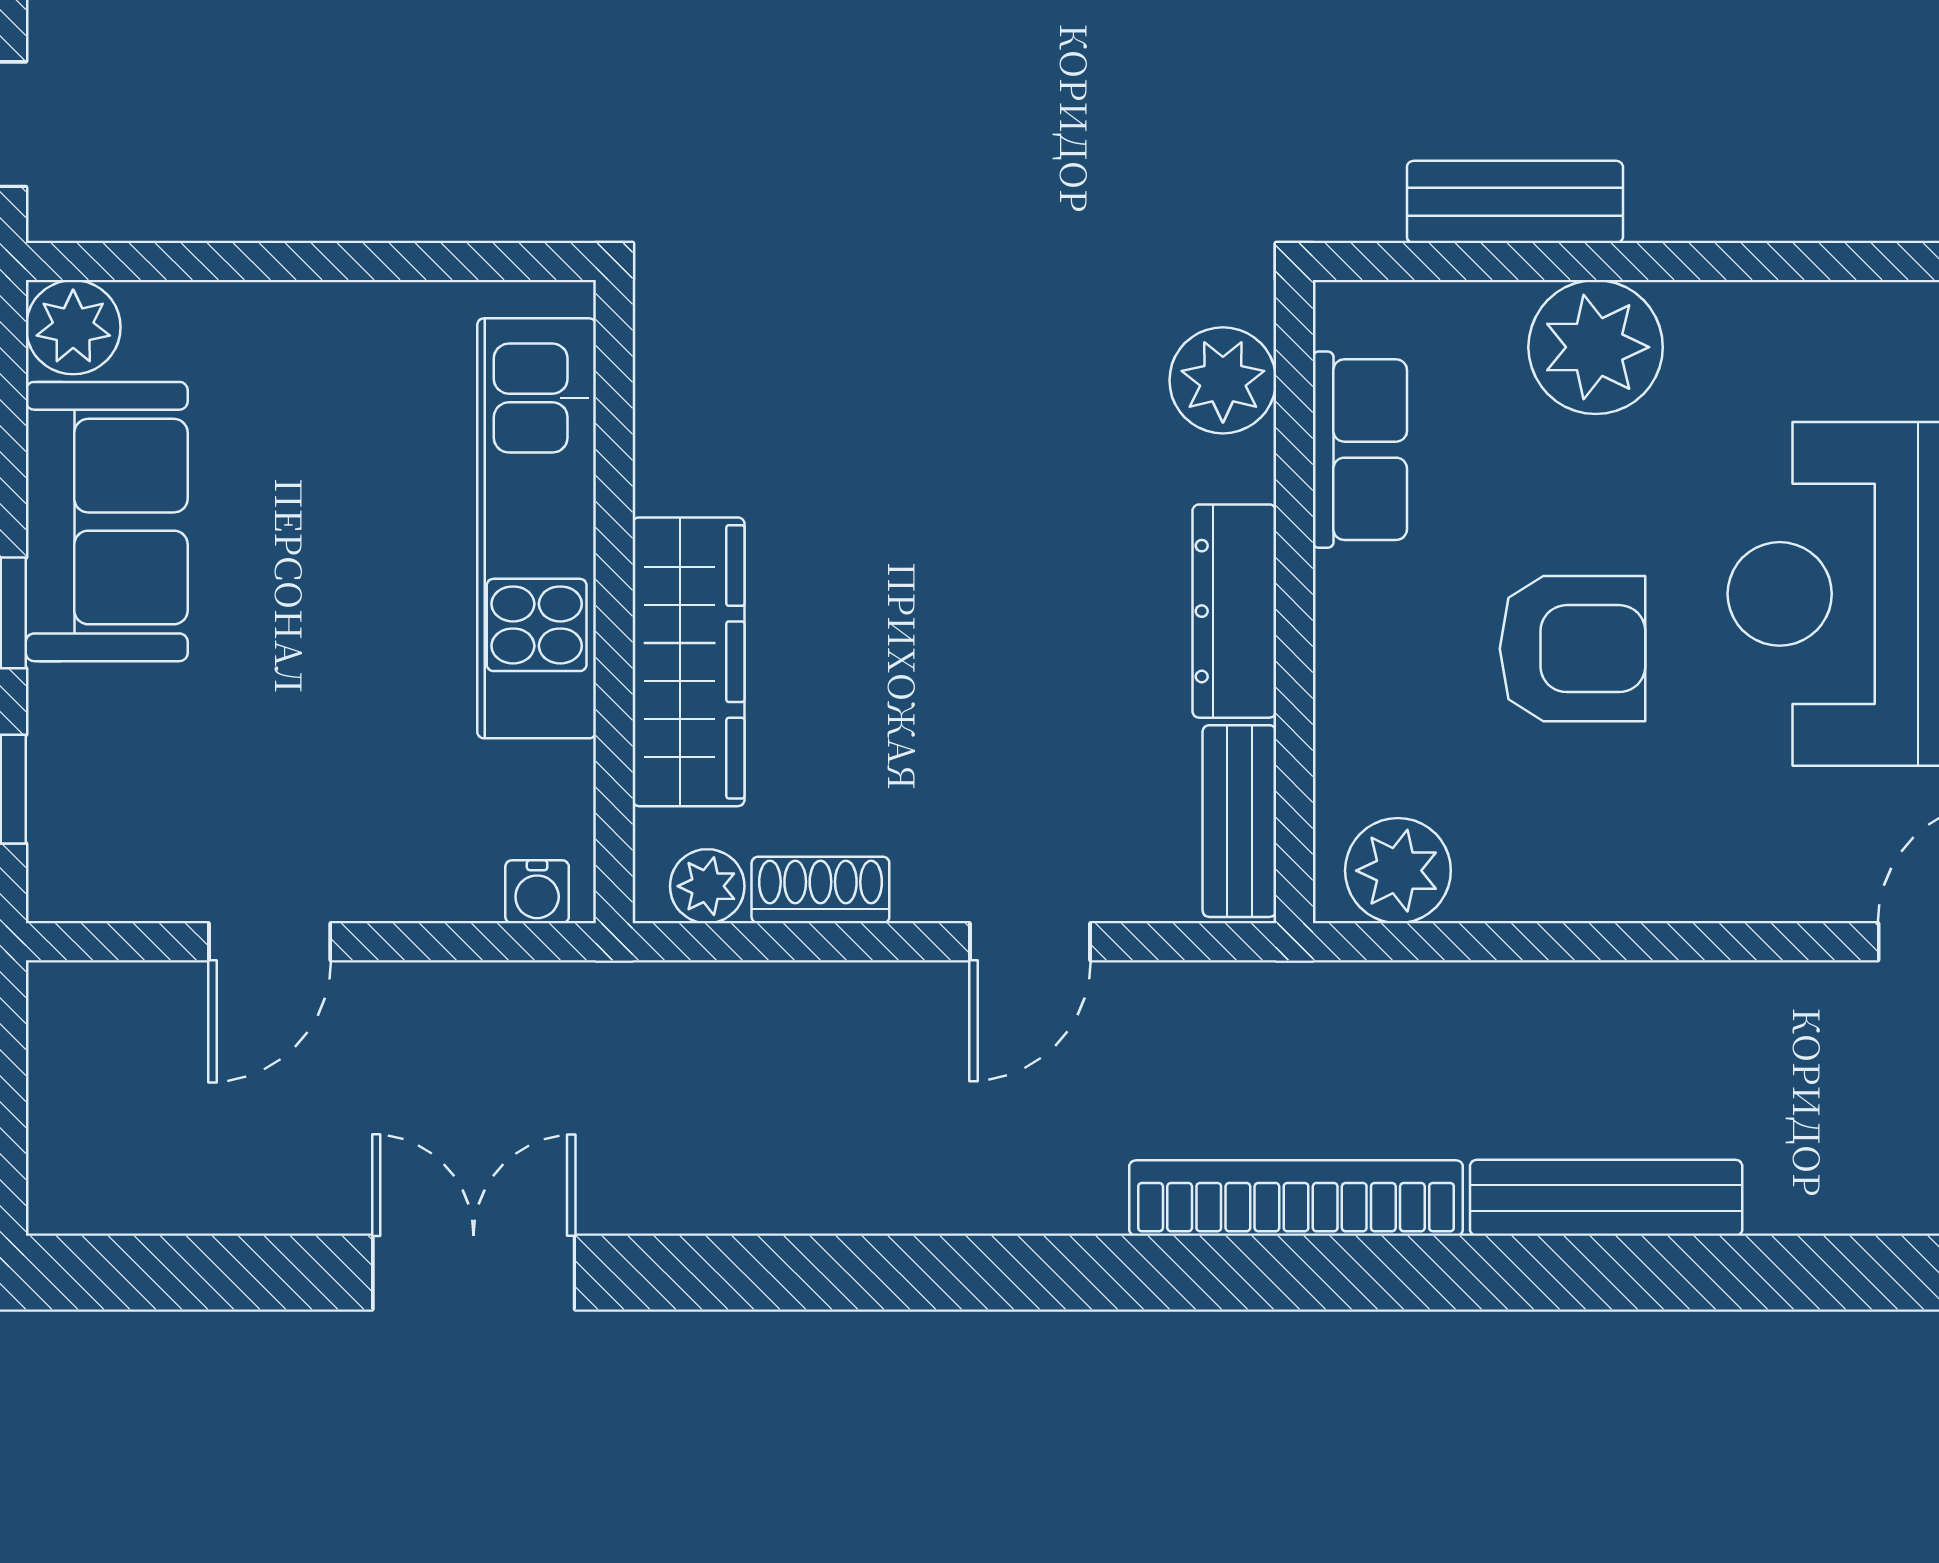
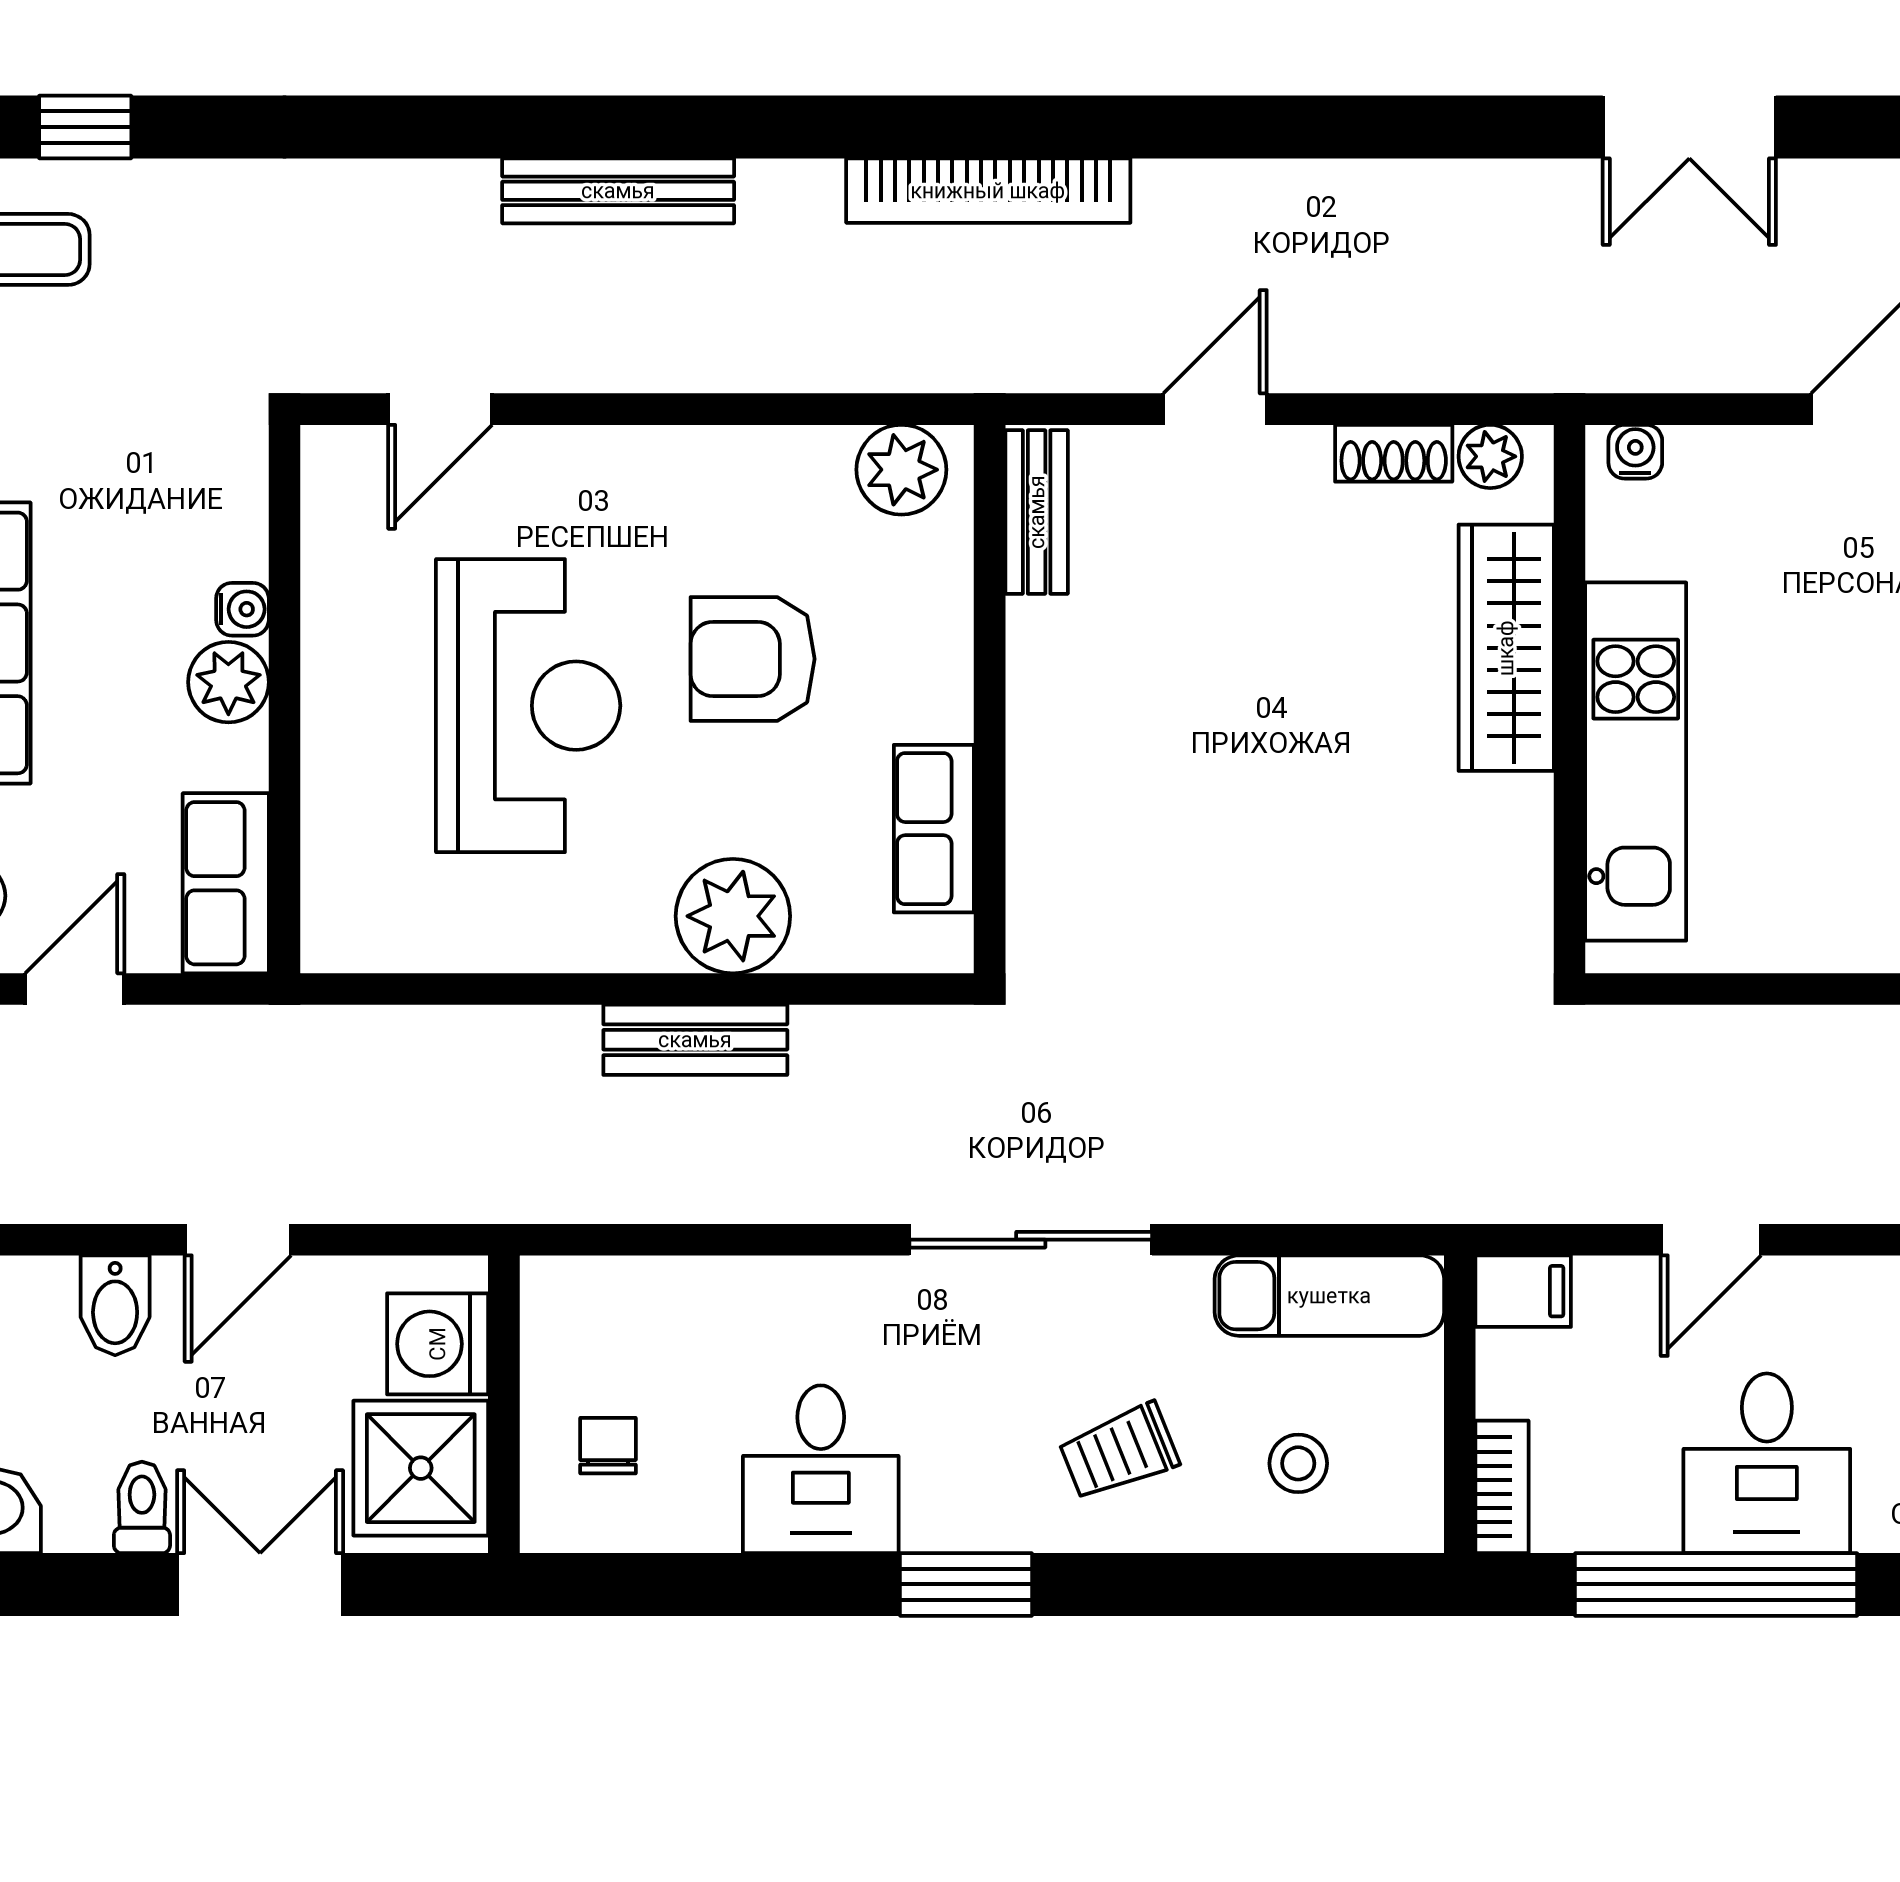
bench: (1515, 202) -> (695, 1040), moved
plant: (1223, 380) -> (1051, 888), removed
dresser: (1234, 611) -> (1041, 691), removed
bench: (1606, 1198) -> (618, 191), moved

